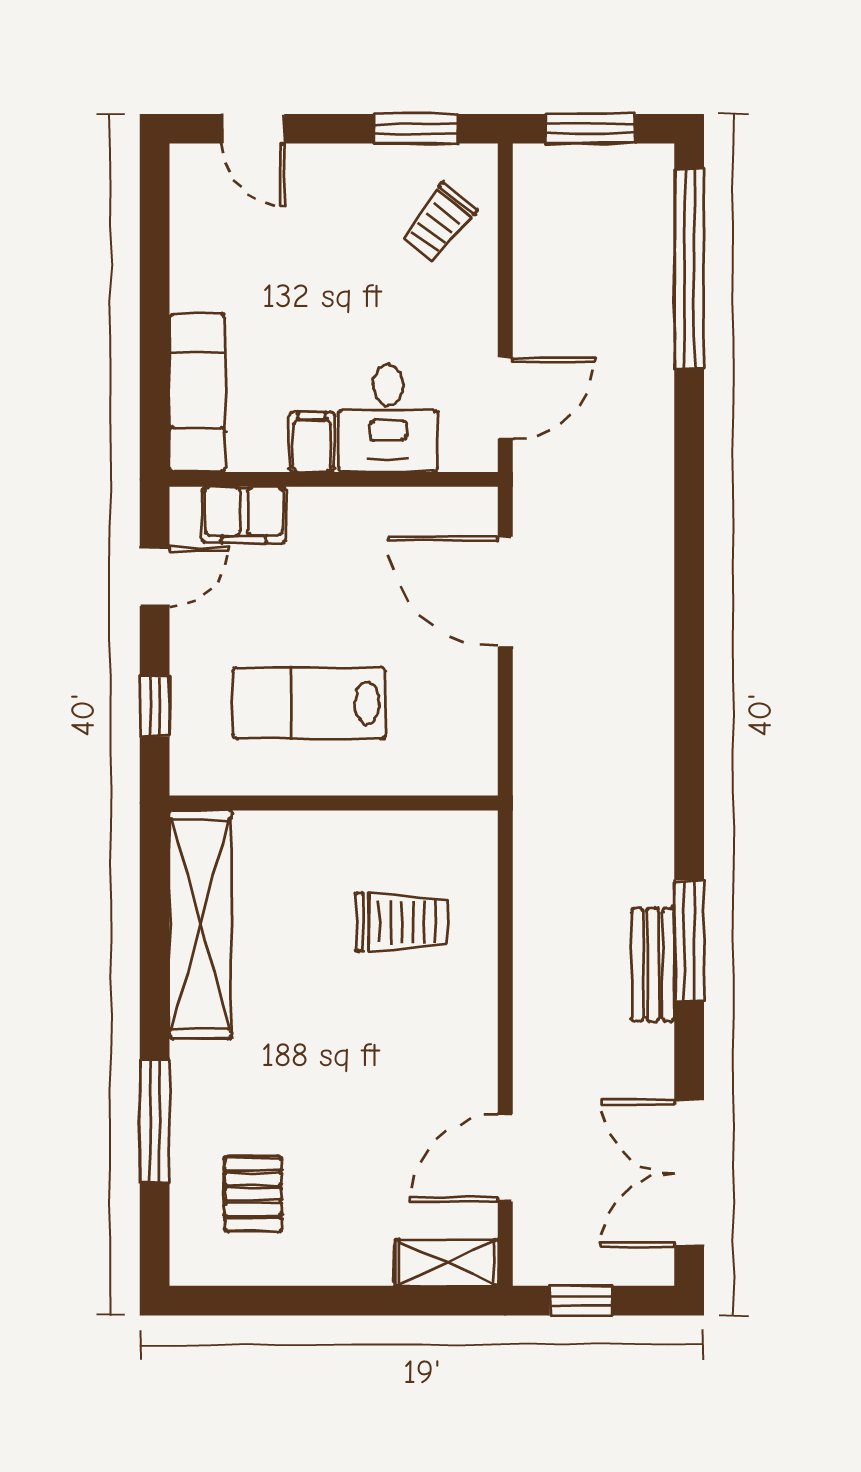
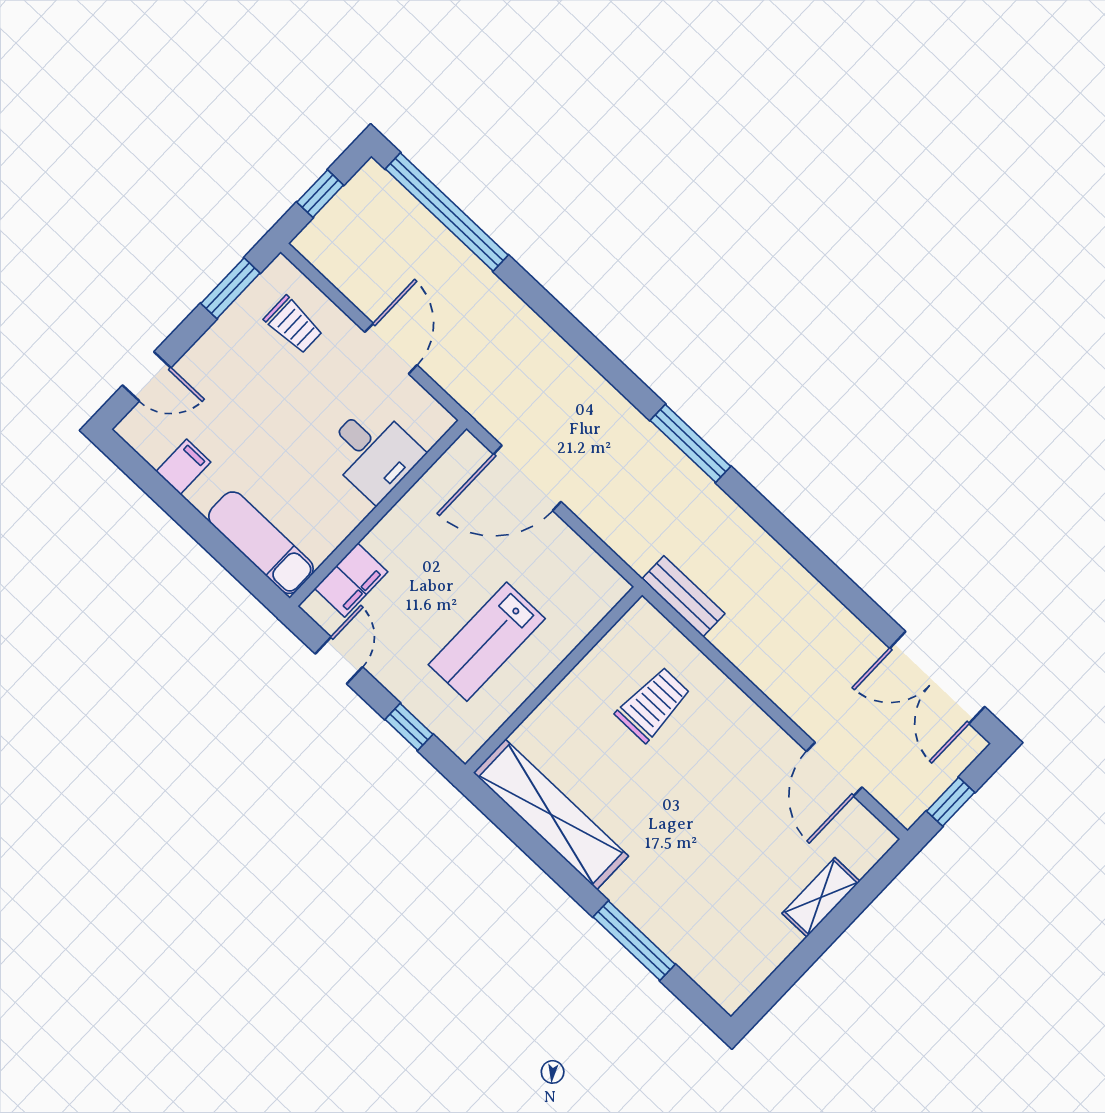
window: (590, 129) -> (320, 194), width x0.67
trolley: (438, 224) -> (293, 325), turned -38
door: (505, 398) -> (391, 349), moved
filing cabinet: (312, 442) -> (183, 467), moved, turned 90
window: (689, 941) -> (690, 443), moved
bench: (653, 965) -> (683, 596), moved
pallet: (253, 1194) -> (724, 925), removed
shelving: (446, 1263) -> (821, 897), moved

